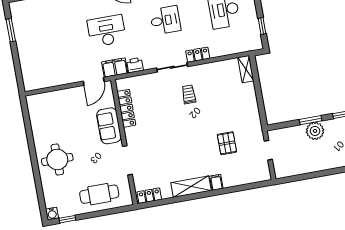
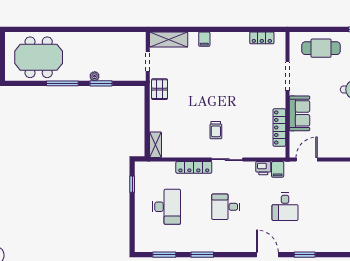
desk: (107, 31) -> (285, 207), width x0.73
locker: (198, 55) -> (194, 167), width x1.53
filing cabinet: (115, 68) -> (278, 169), width x0.50
plant: (315, 131) -> (95, 76), width x0.53, depth x0.53
pallet: (227, 143) -> (160, 89), moved
shelving: (191, 187) -> (169, 39), moved
locker: (149, 196) -> (262, 38), moved

